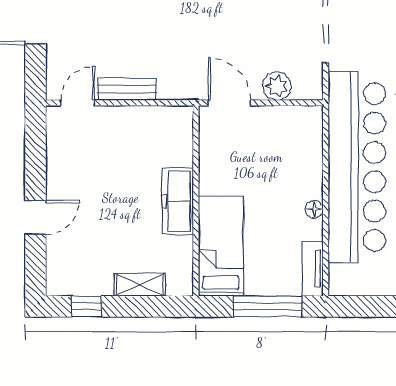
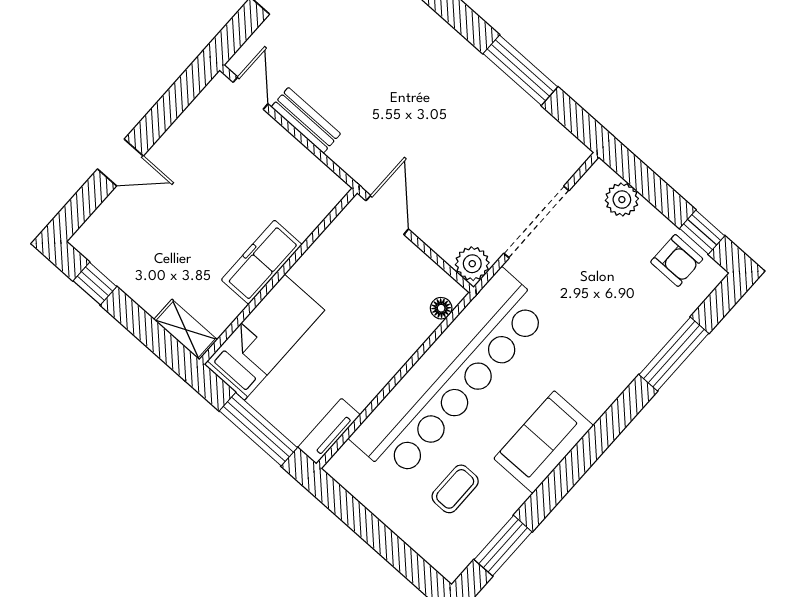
plant: (277, 86) -> (472, 264), moved
door: (78, 103) -> (250, 93), hinge flipped
floor lamp: (314, 209) -> (441, 308), moved
shelving: (140, 285) -> (186, 330), moved

